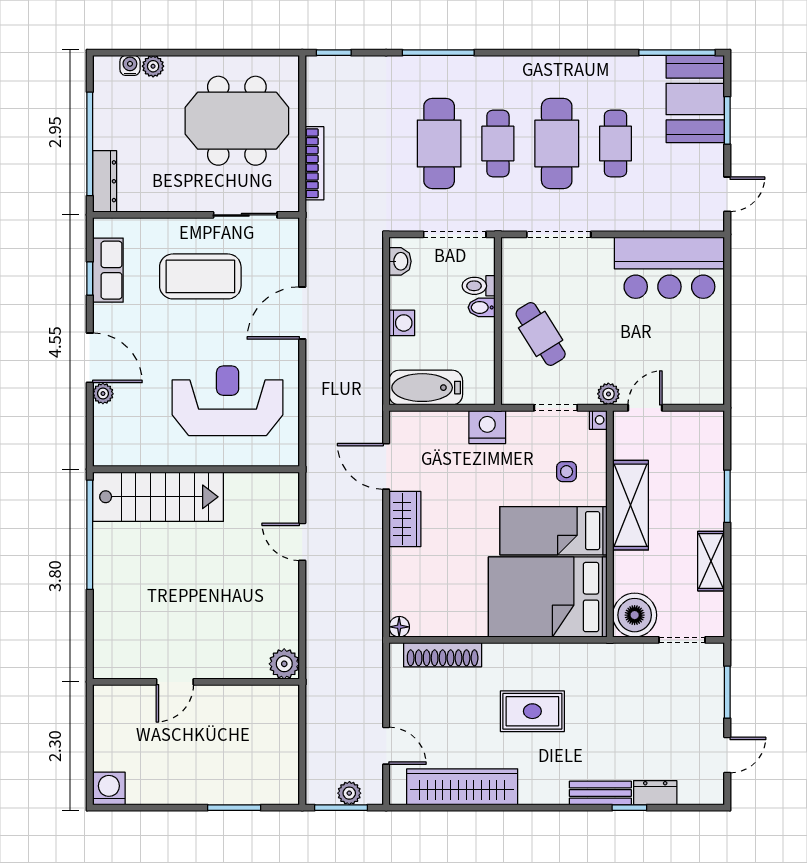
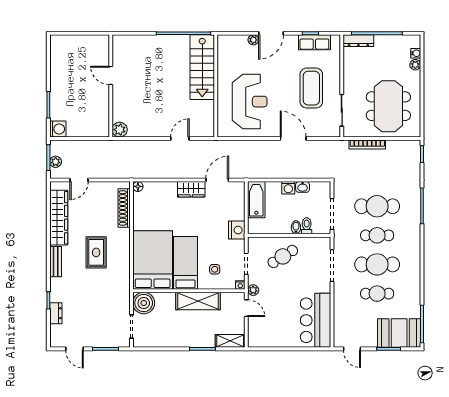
washbasin: (400, 261) -> (303, 187), moved
shelving: (711, 561) -> (230, 341), moved
washing machine: (109, 788) -> (58, 129), moved
bench: (600, 793) -> (56, 262), moved

